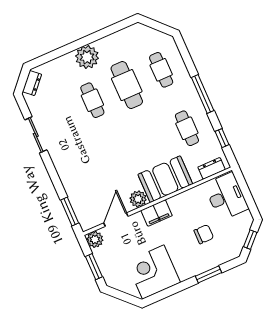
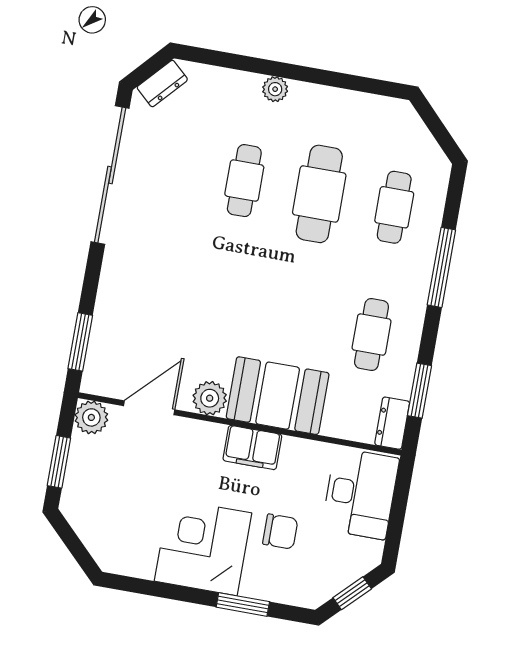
plant: (87, 57) -> (275, 89), width x0.53, depth x0.53
window: (203, 94) -> (441, 267), moved
sliding door: (36, 135) -> (110, 175), width x1.86
window: (222, 138) -> (420, 391), width x1.50
dresser: (212, 168) -> (392, 423), moved, turned -90
filing cabinet: (157, 213) -> (252, 447), moved
corner desk: (153, 272) -> (203, 547), moved

